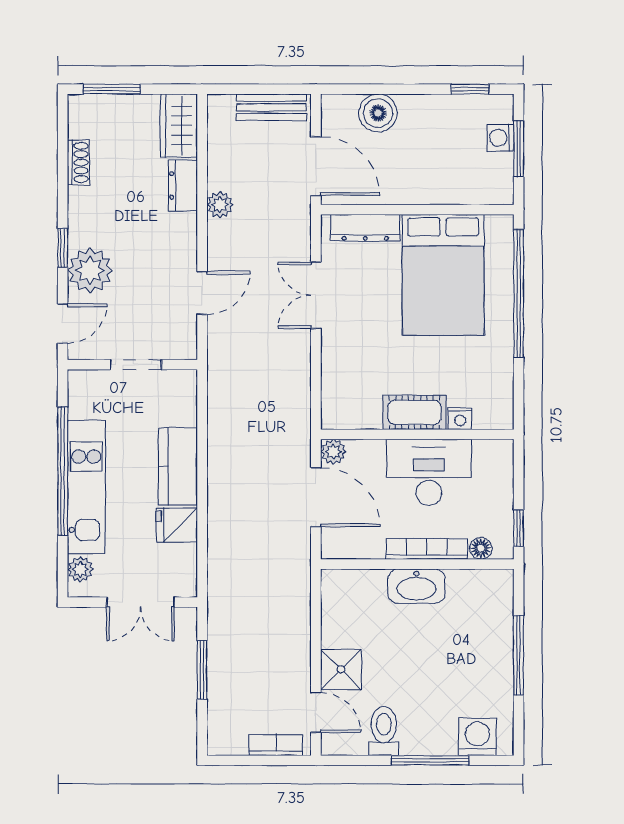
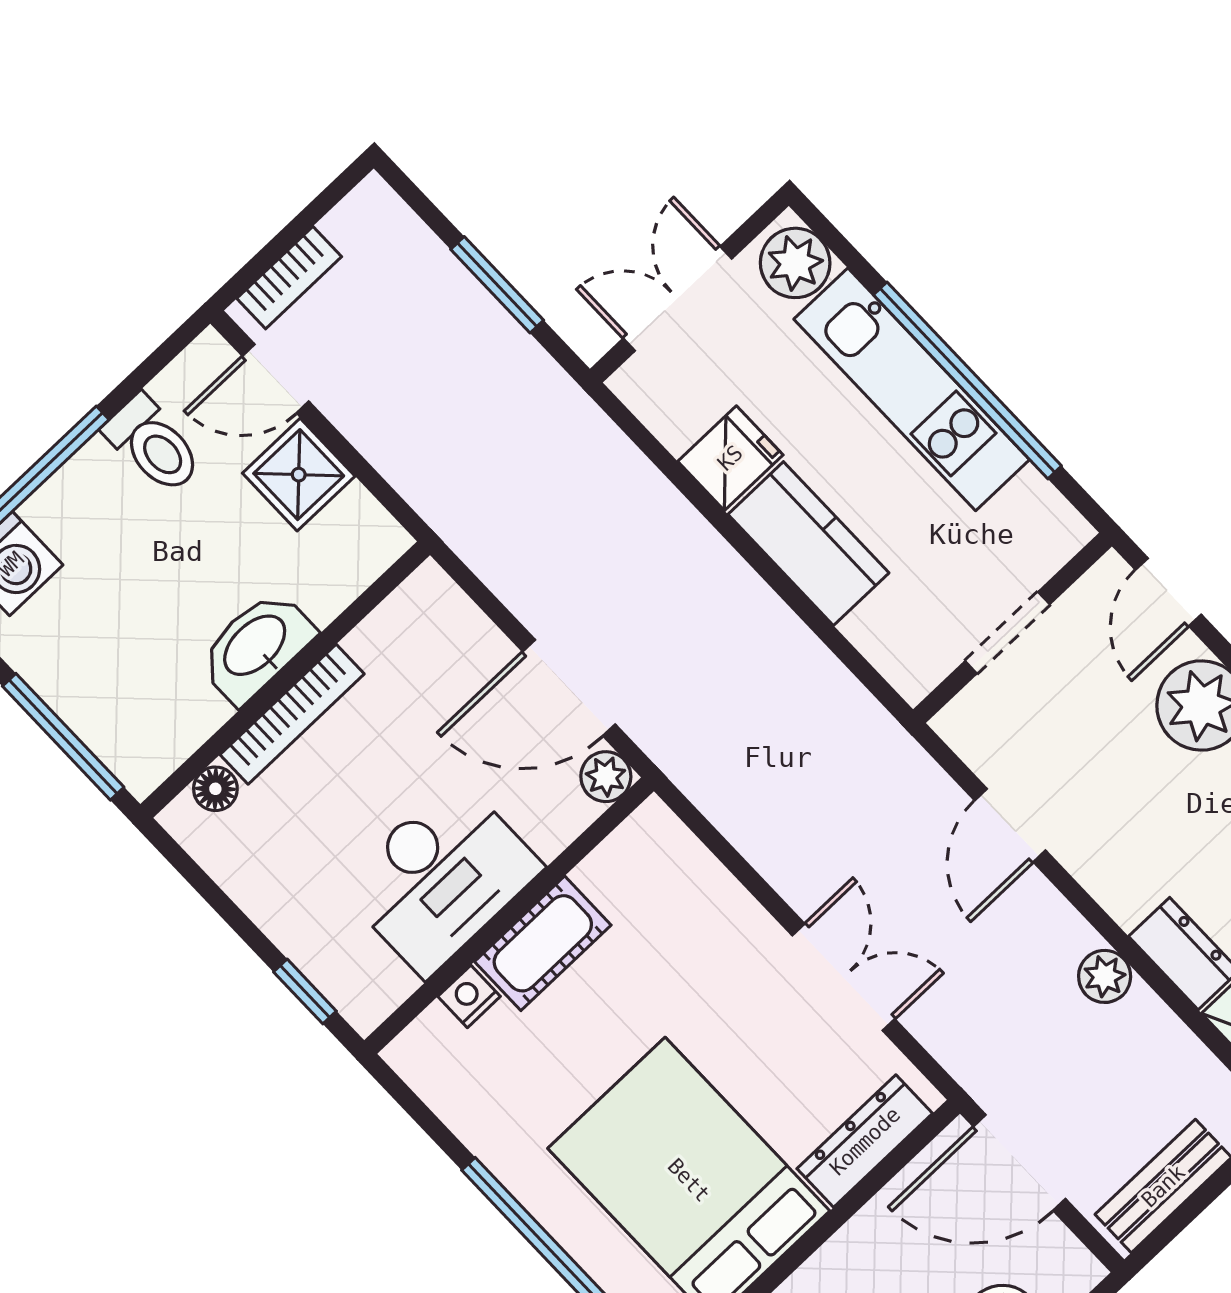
window: (519, 528) -> (305, 991), moved
floor lamp: (481, 548) -> (215, 789), moved
bookcase: (427, 549) -> (292, 714), moved
wall: (417, 564) -> (285, 680), moved
plant: (80, 569) -> (795, 263), width x1.38, depth x1.38
washbasin: (416, 586) -> (256, 647), moved

